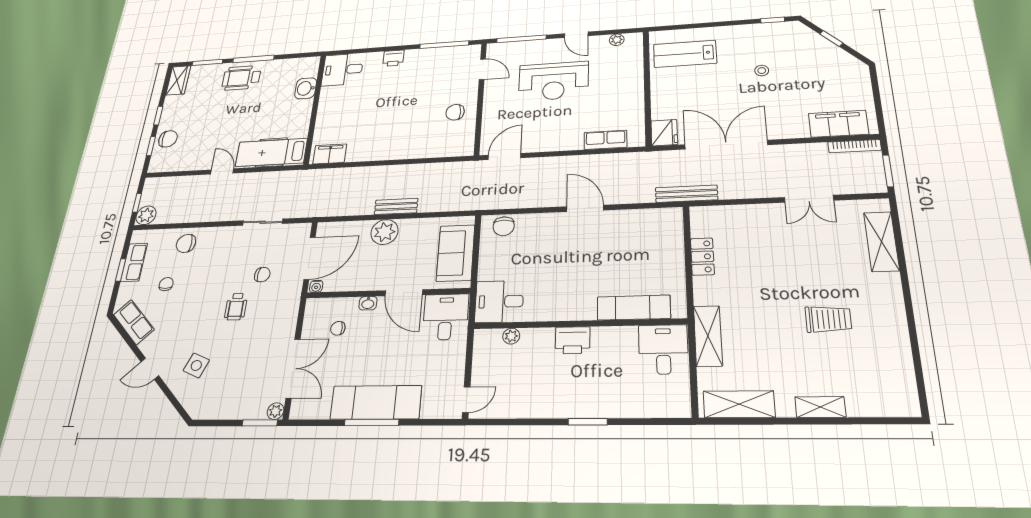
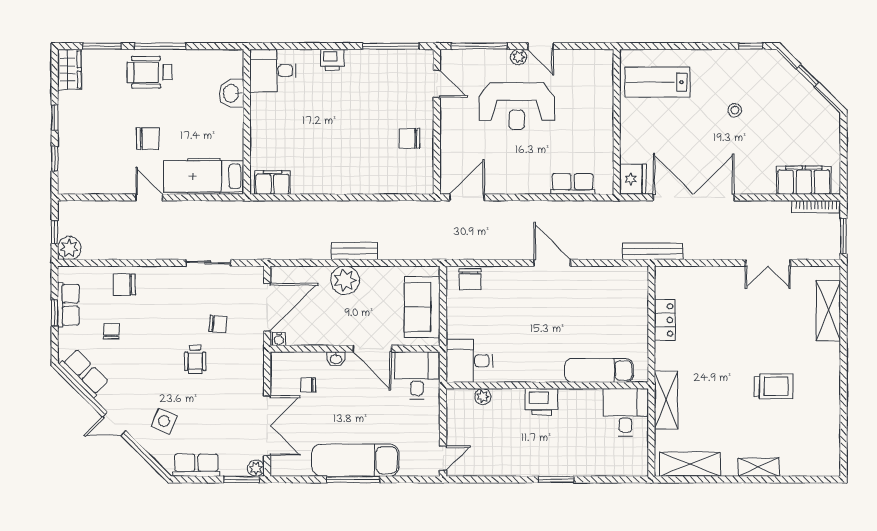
plant: (617, 40) -> (519, 57), moved
chair: (168, 139) -> (148, 138), moved
row of seats: (218, 408) -> (196, 465), added

